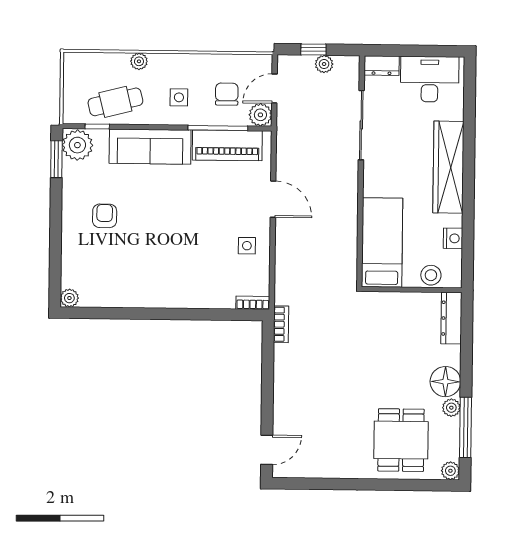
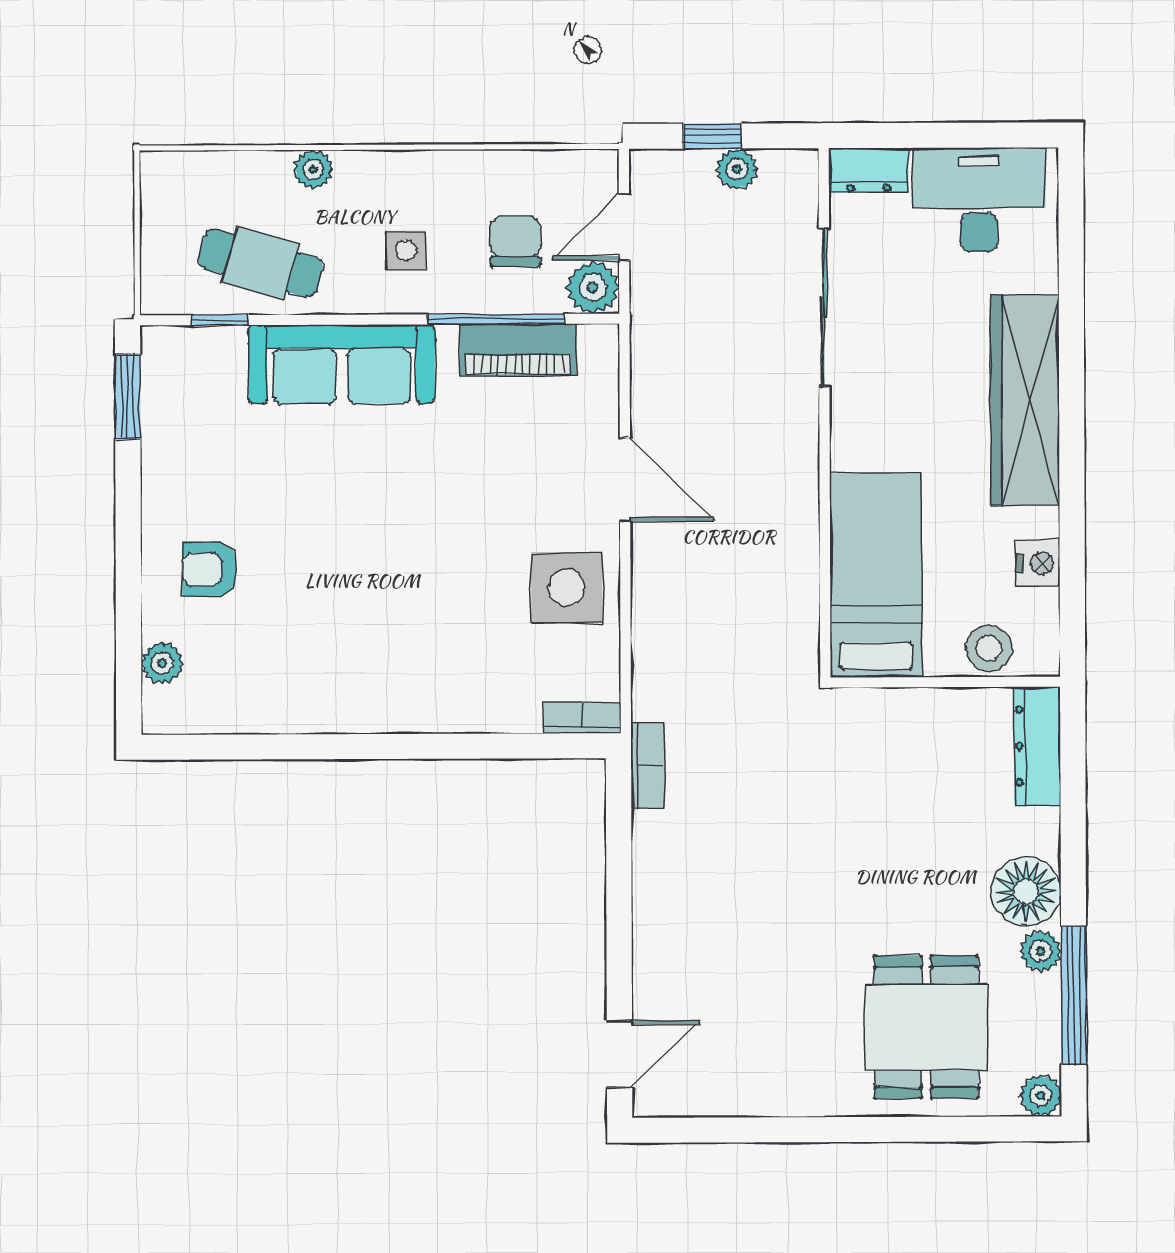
cafe table: (115, 102) -> (261, 263), turned 30
plant: (77, 145) -> (175, 363), removed
piano: (227, 145) -> (518, 350), width x0.73, depth x0.75
armchair: (105, 216) -> (210, 569), moved, turned -90
side table: (247, 246) -> (567, 588), width x1.87, depth x1.87
plant: (69, 298) -> (162, 663), moved

